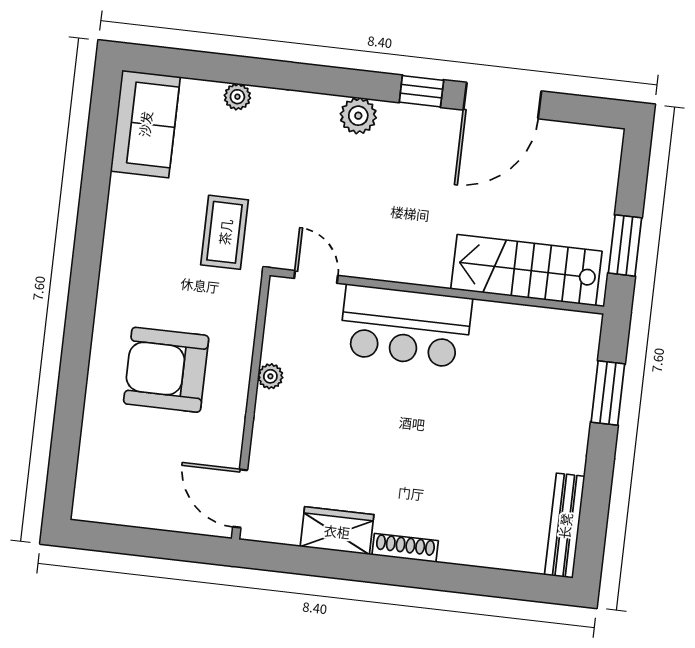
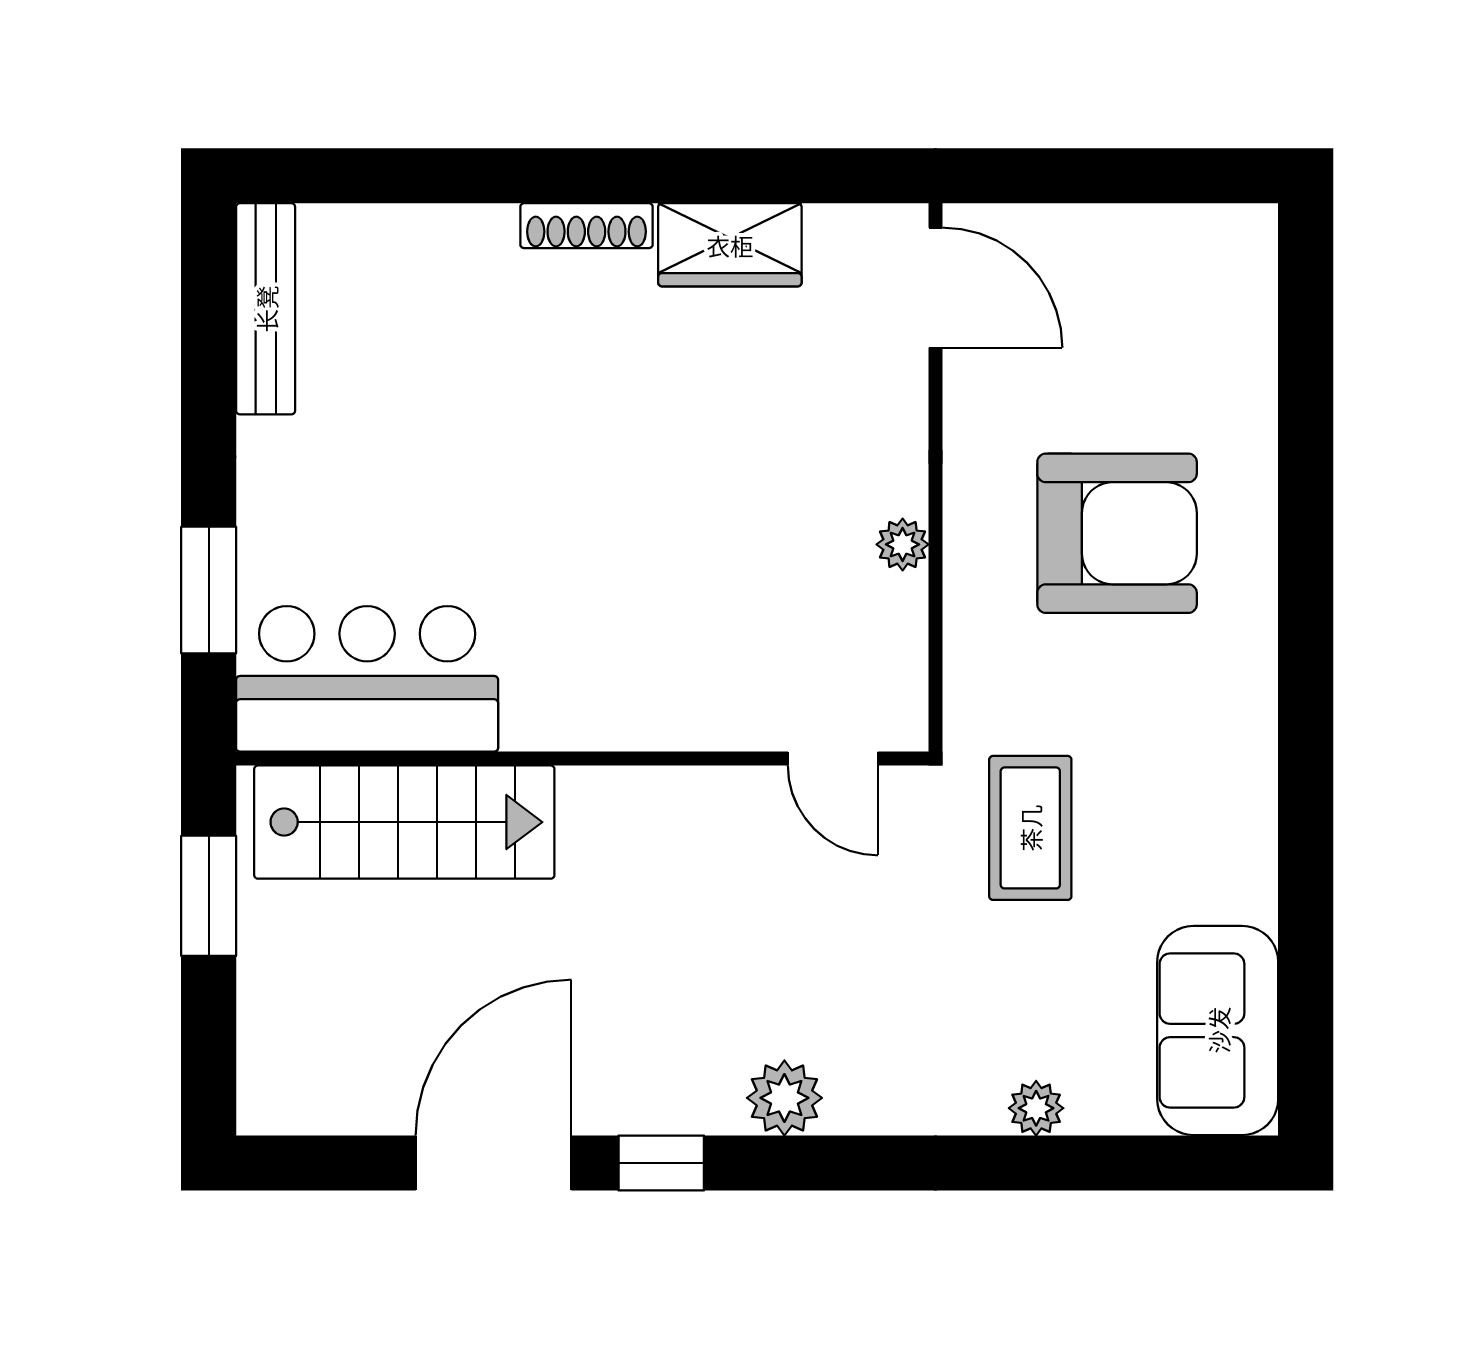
bar counter: (405, 326) -> (367, 679), moved

